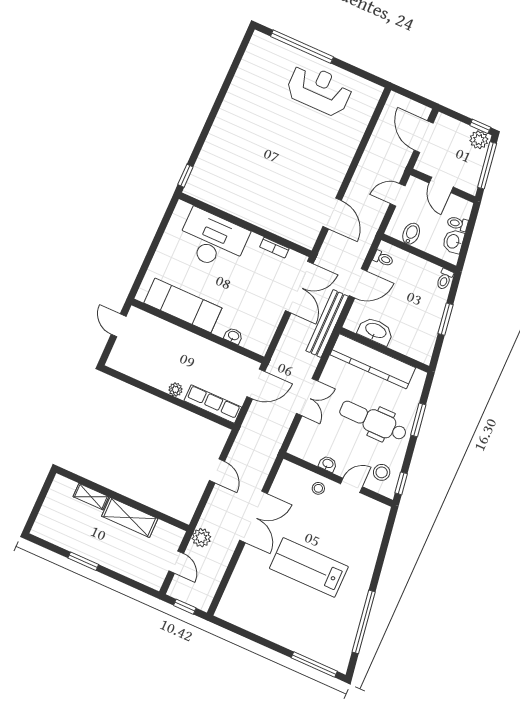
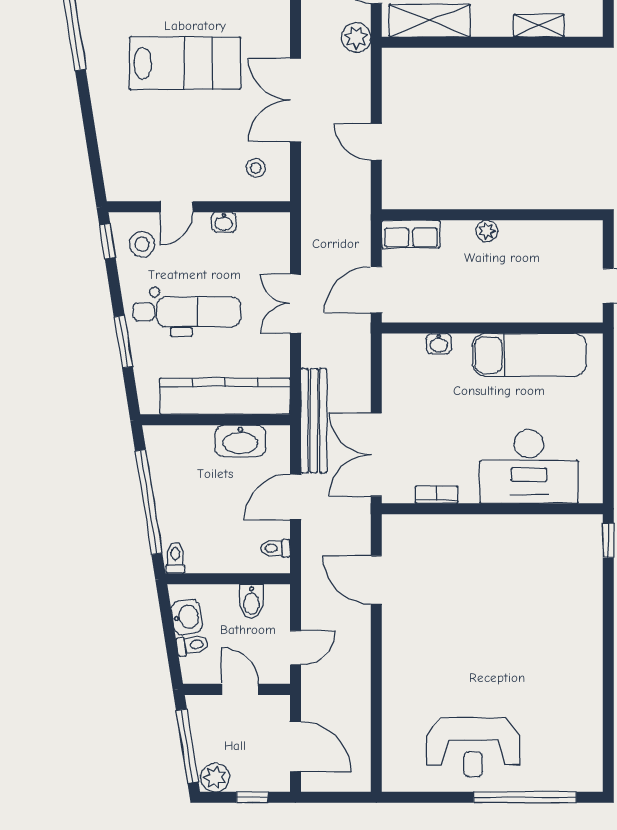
window: (480, 126) -> (252, 797), moved
window: (446, 319) -> (149, 502), width x2.11
row of seats: (213, 404) -> (411, 234), width x0.68
stool: (318, 488) -> (256, 168), moved
shelving: (130, 517) -> (430, 21), moved

